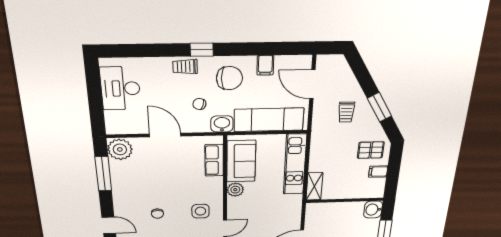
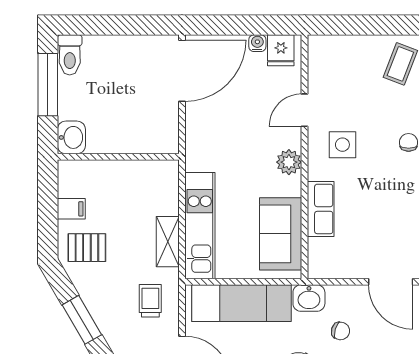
trolley: (346, 112) -> (150, 301), moved
row of seats: (214, 160) -> (321, 209), moved
shelving: (314, 186) -> (168, 242), moved
plant: (235, 190) -> (289, 162), moved

